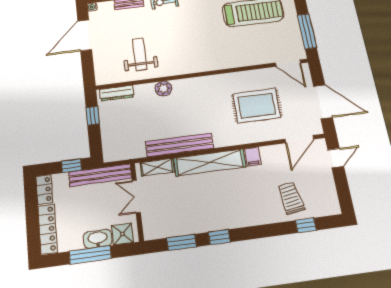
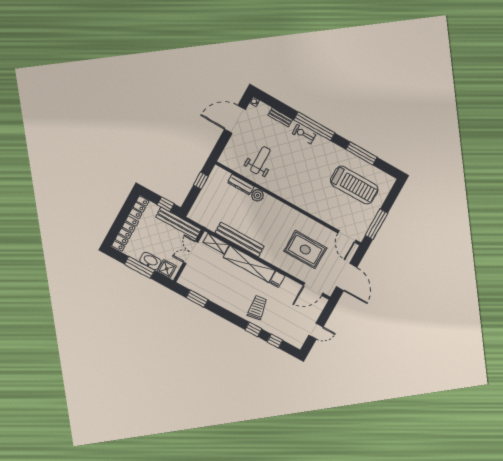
dresser: (117, 93) -> (241, 184), moved
door: (336, 158) -> (316, 331), moved
trolley: (291, 198) -> (257, 308), moved
window: (219, 237) -> (253, 329), moved

